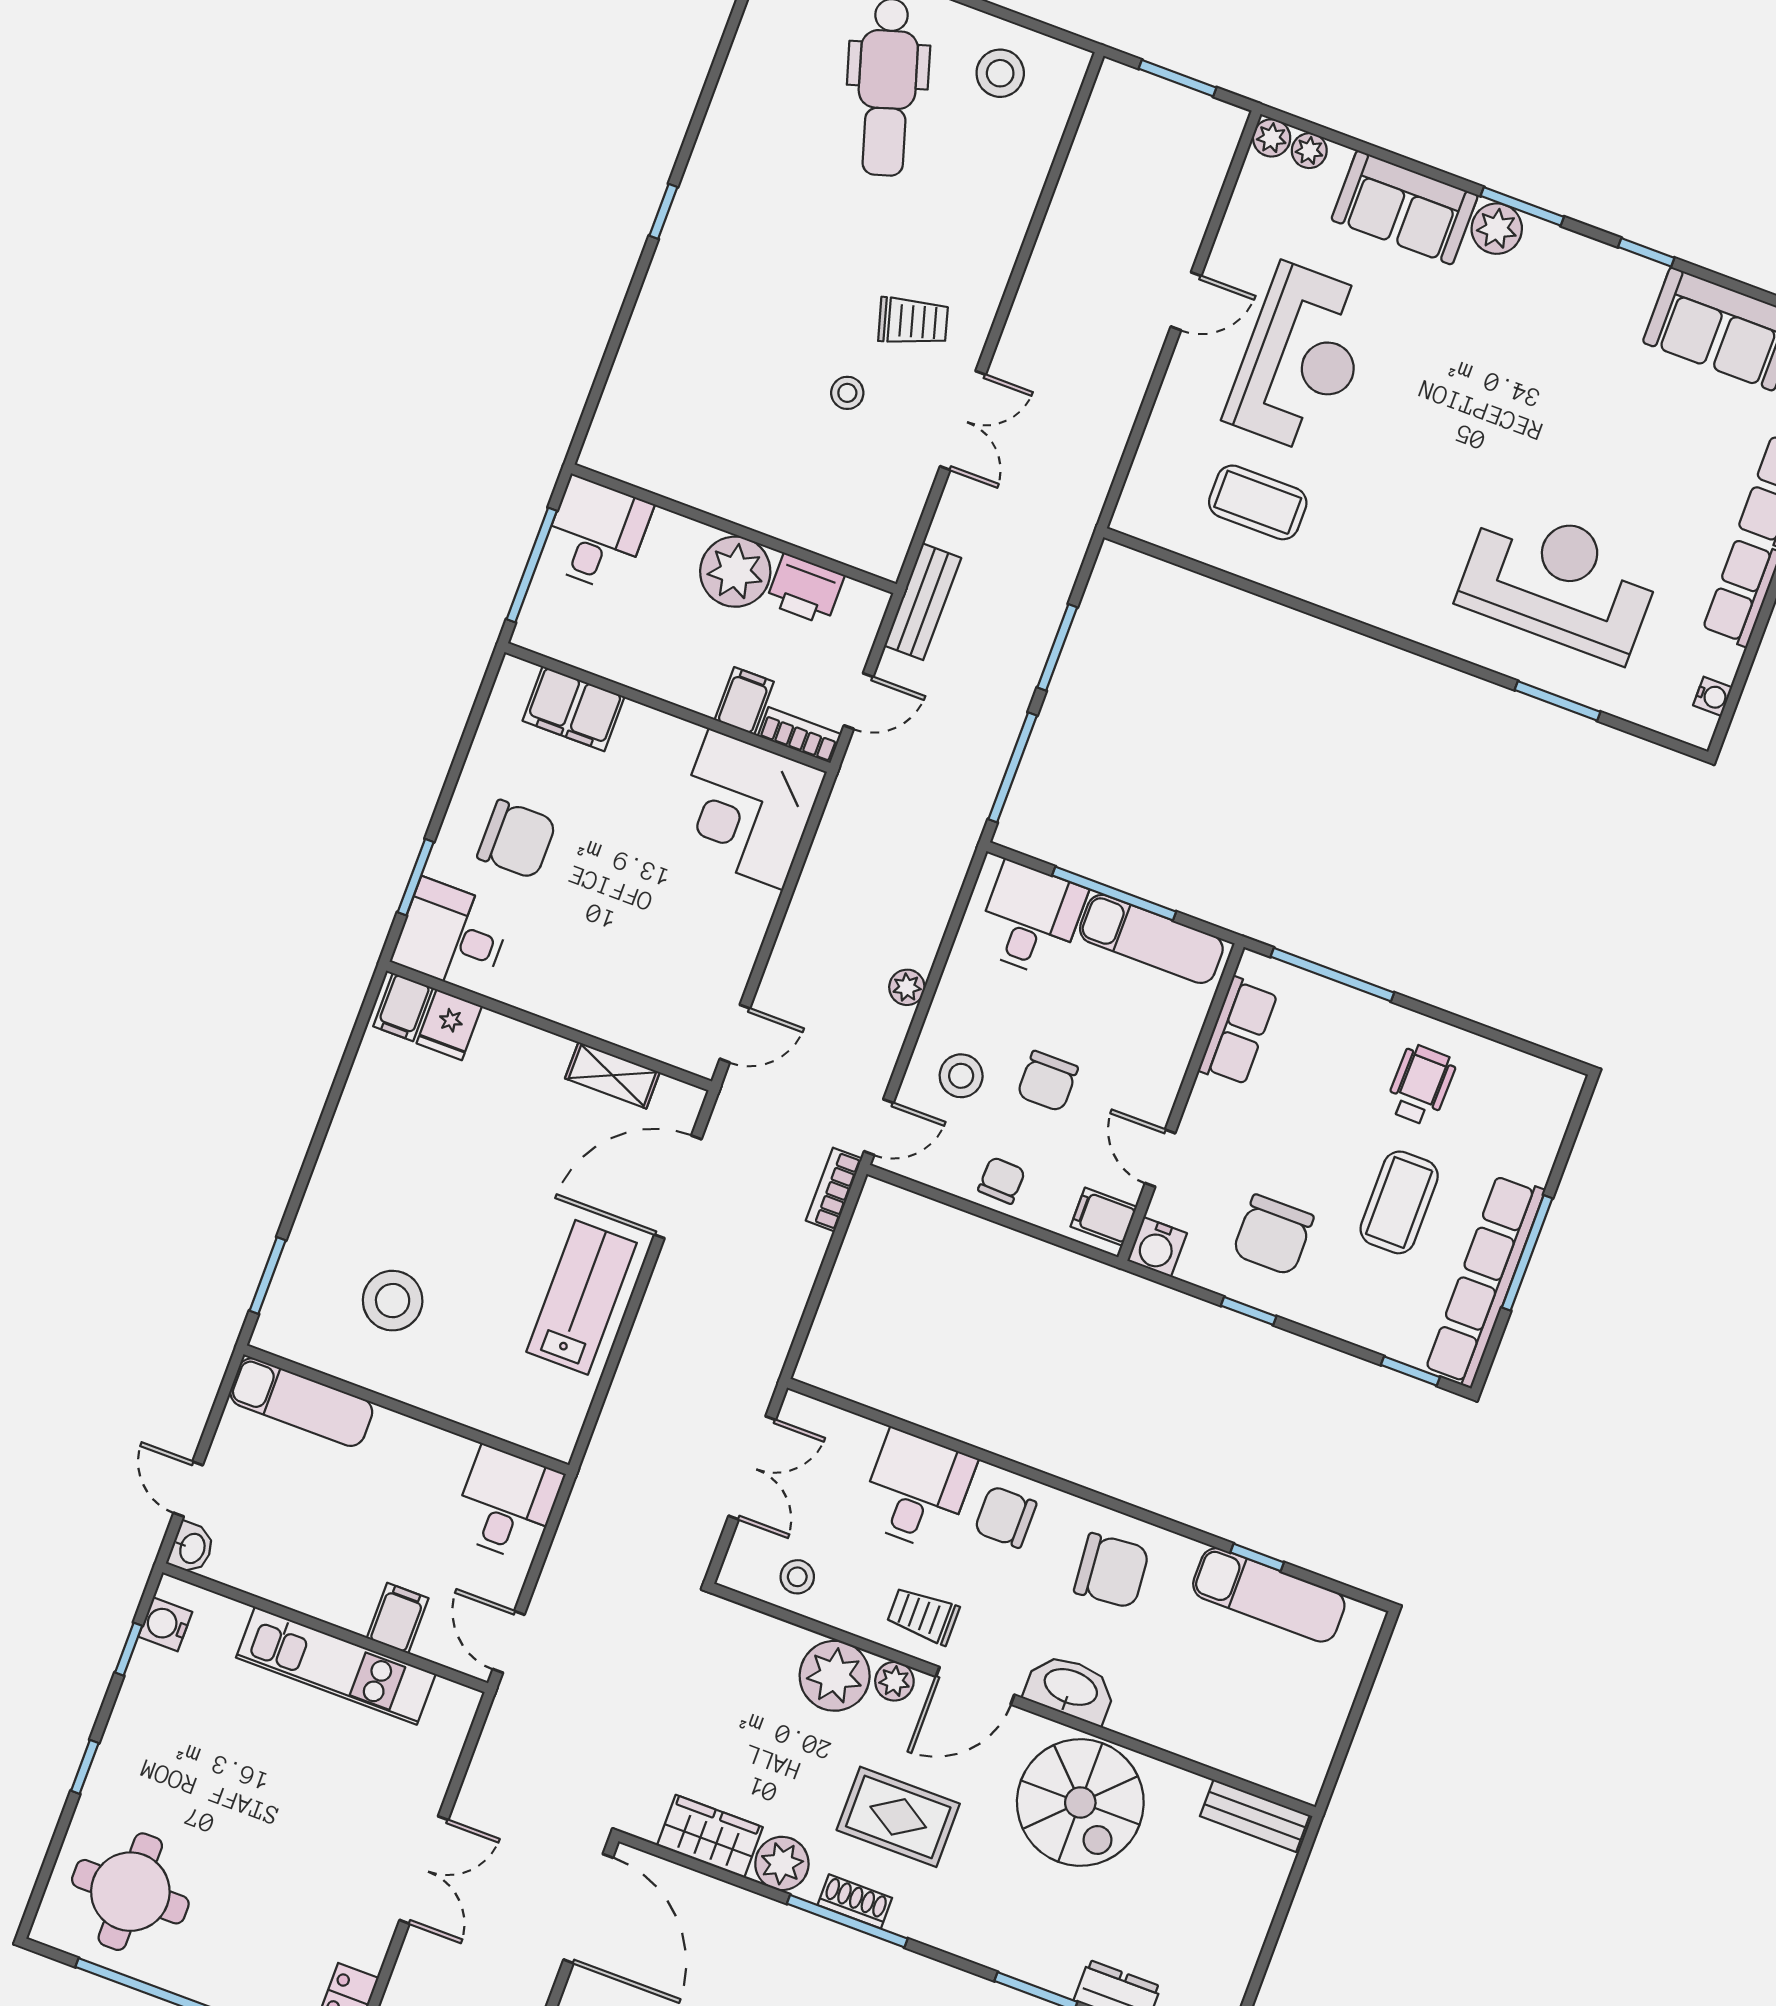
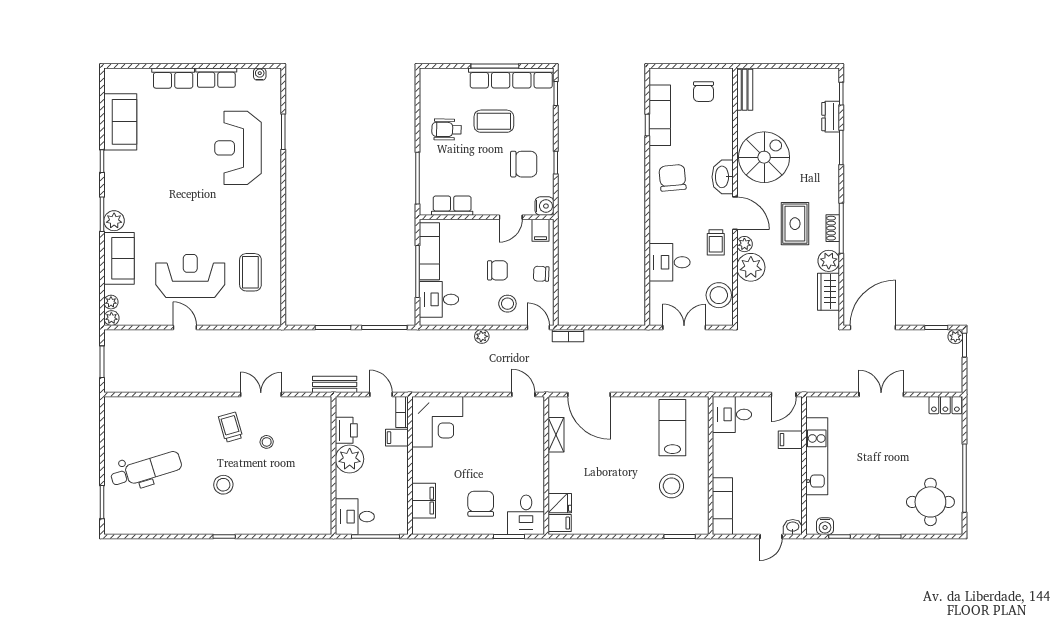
stool: (1000, 73) -> (223, 485), moved
lab bench: (582, 1297) -> (672, 428), moved, turned 90
chair: (1005, 1517) -> (704, 92), moved
stool: (797, 1577) -> (719, 295), width x1.89, depth x1.89

